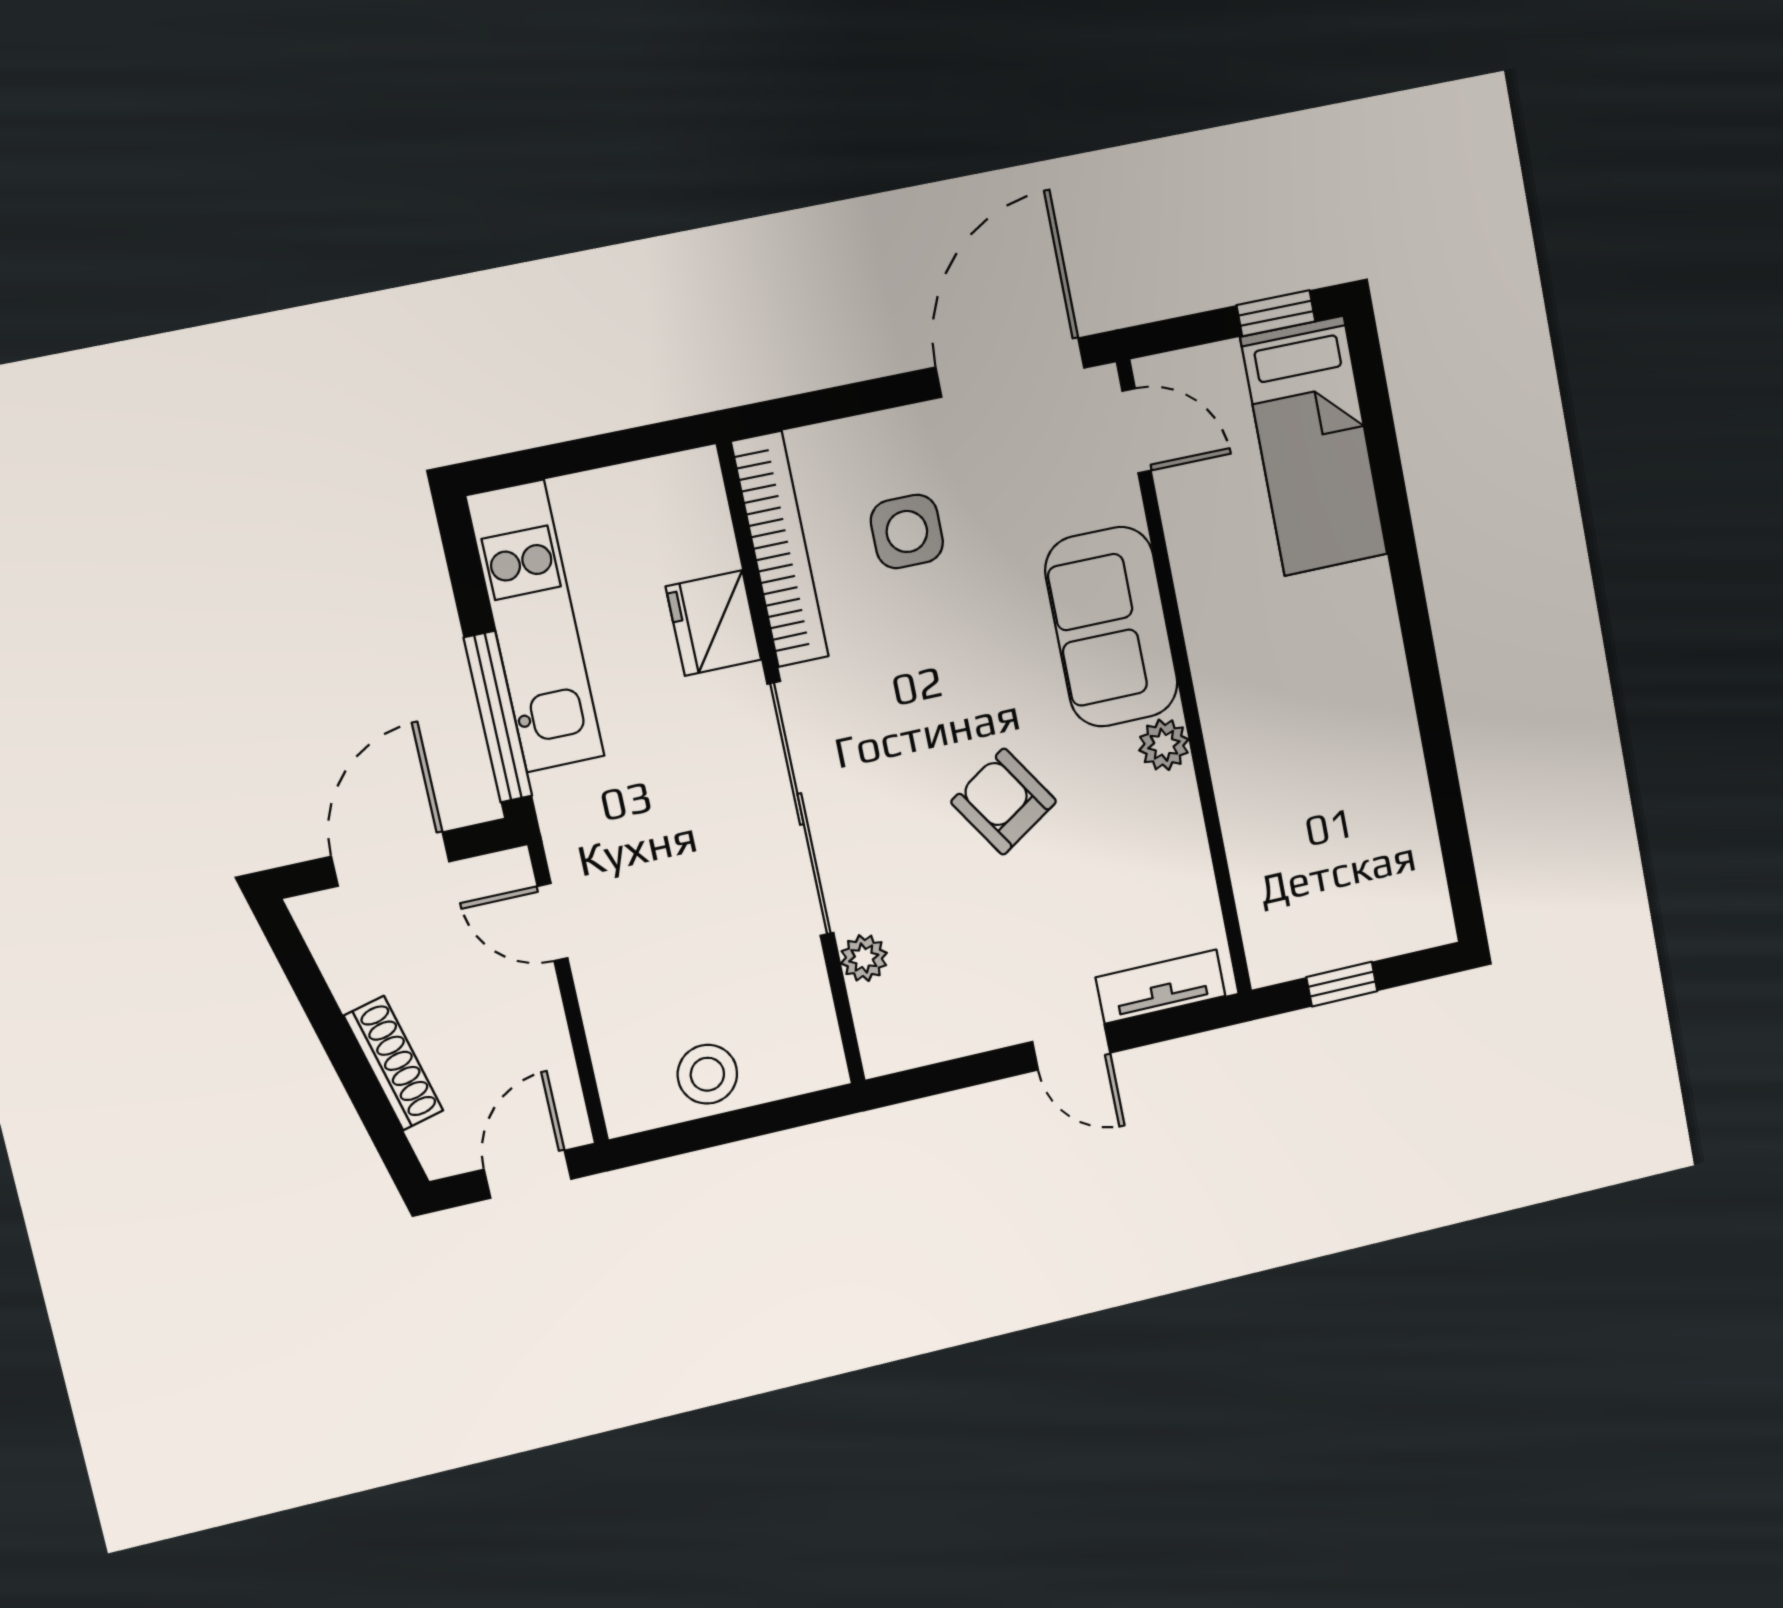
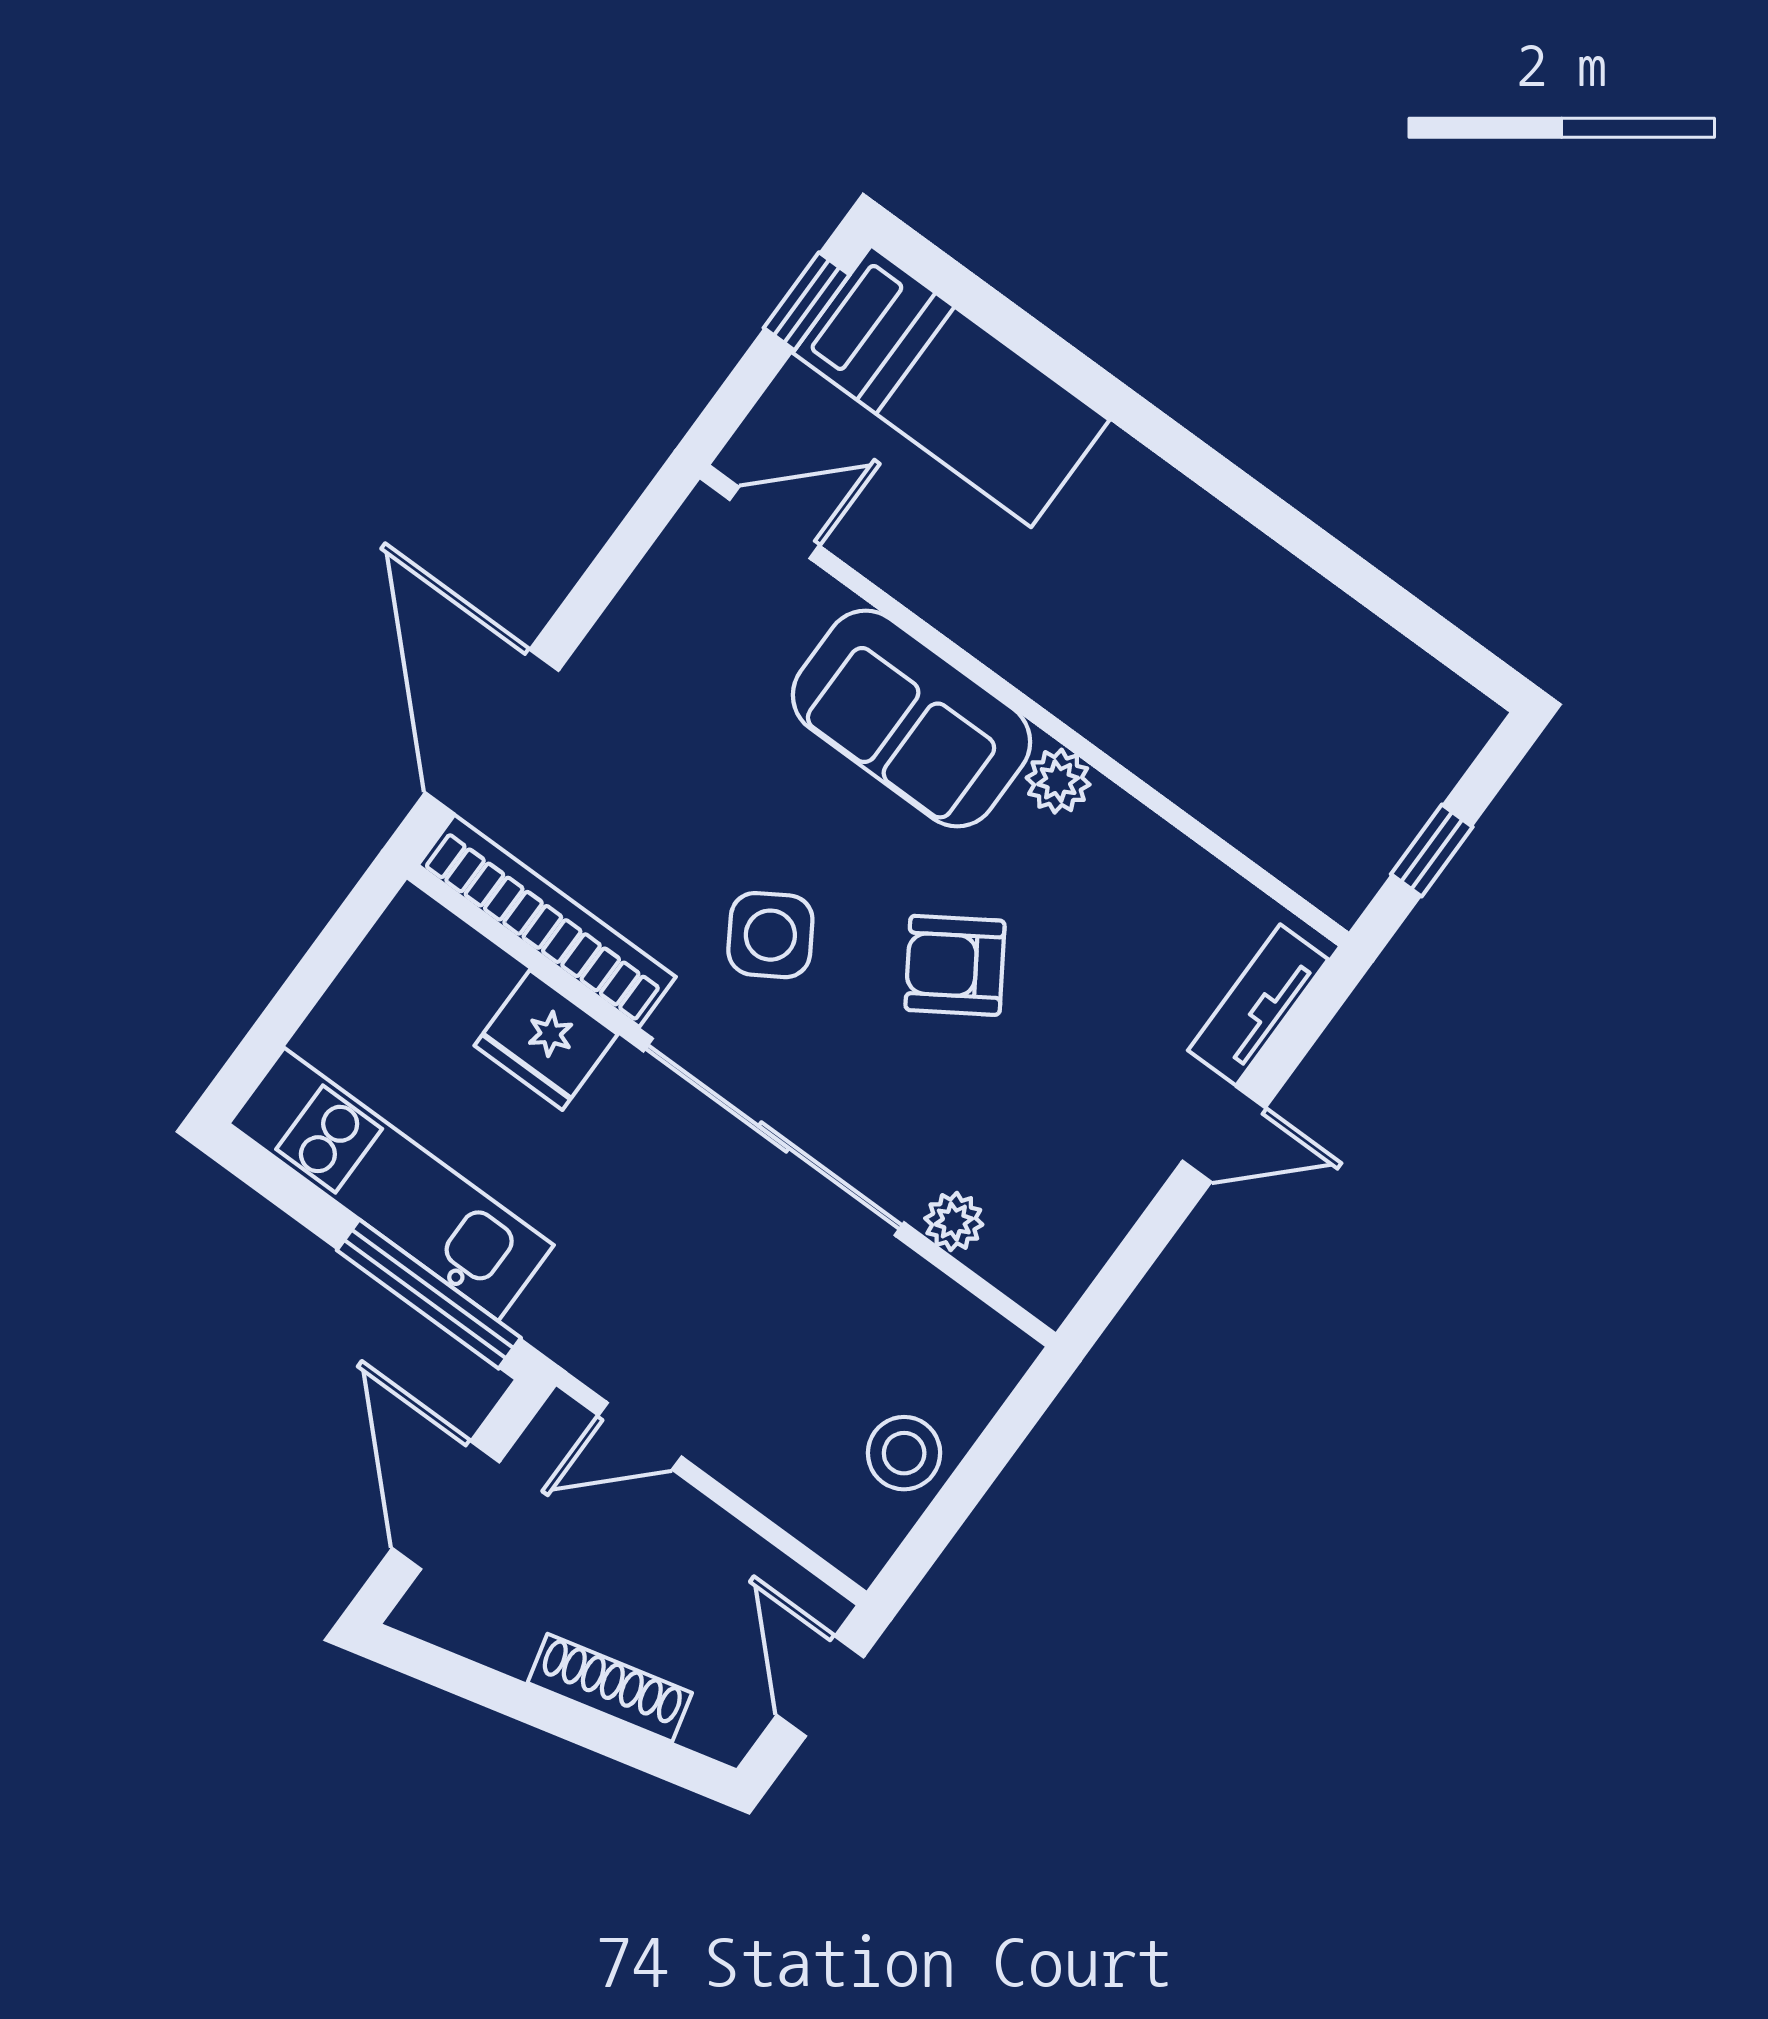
door: (1010, 368) -> (492, 731), moved
side table: (907, 532) -> (770, 935), moved, turned -32

